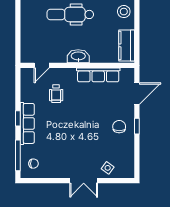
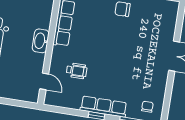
side table: (108, 168) -> (164, 28), removed

